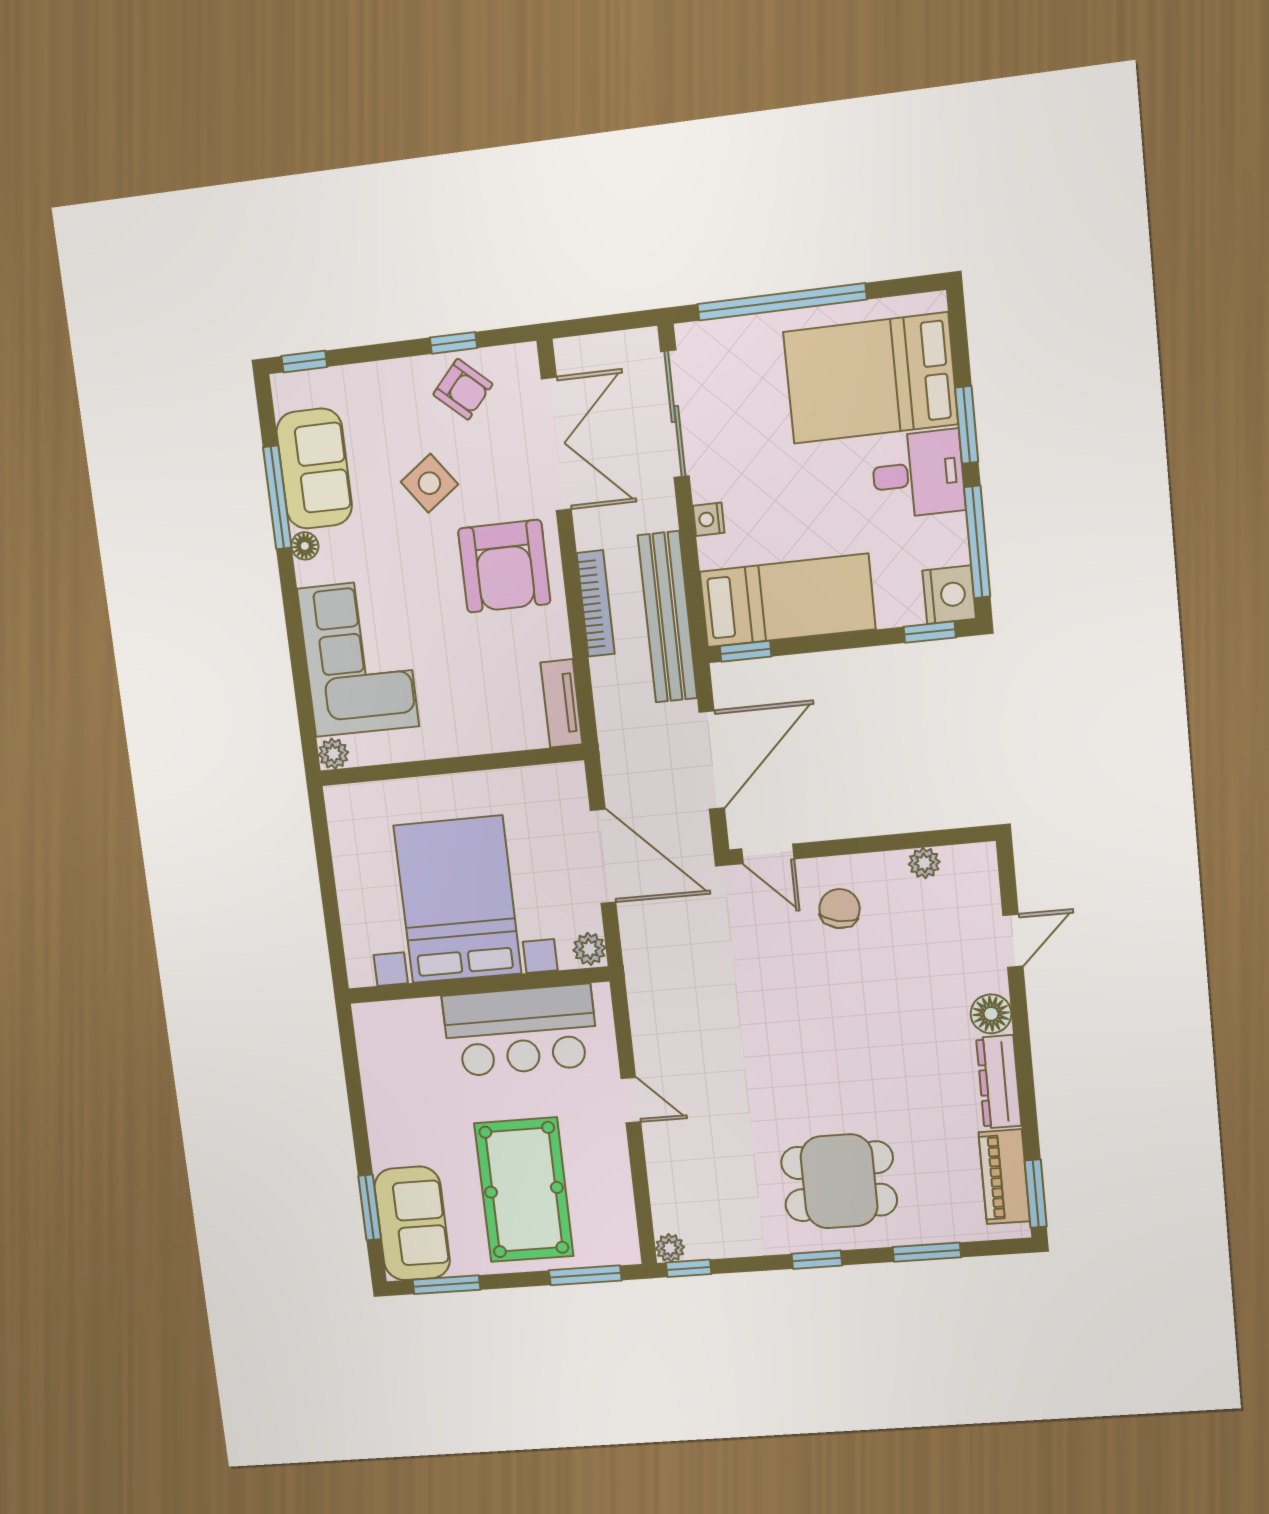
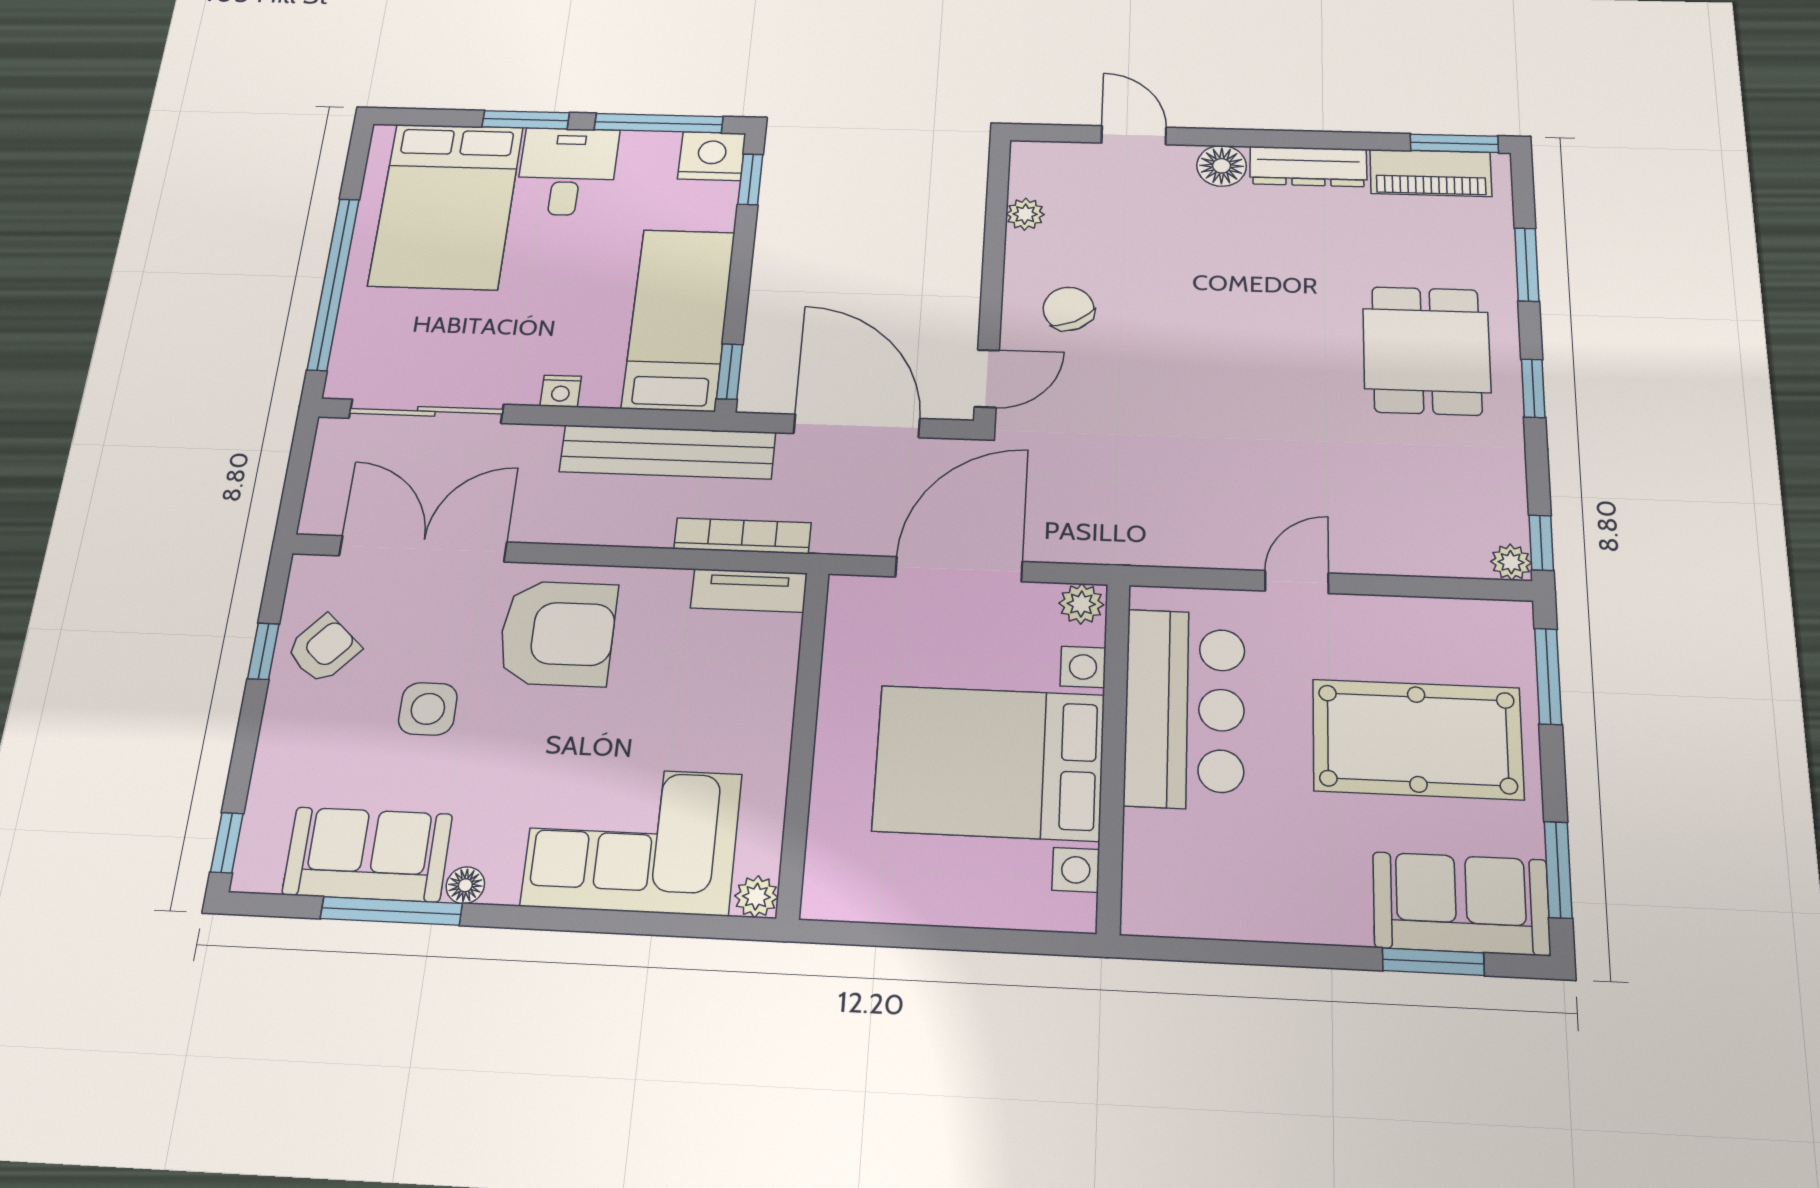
side table: (429, 483) -> (428, 709), turned 36
bookcase: (596, 603) -> (742, 536), moved
chair: (840, 909) -> (1069, 309), turned 52

